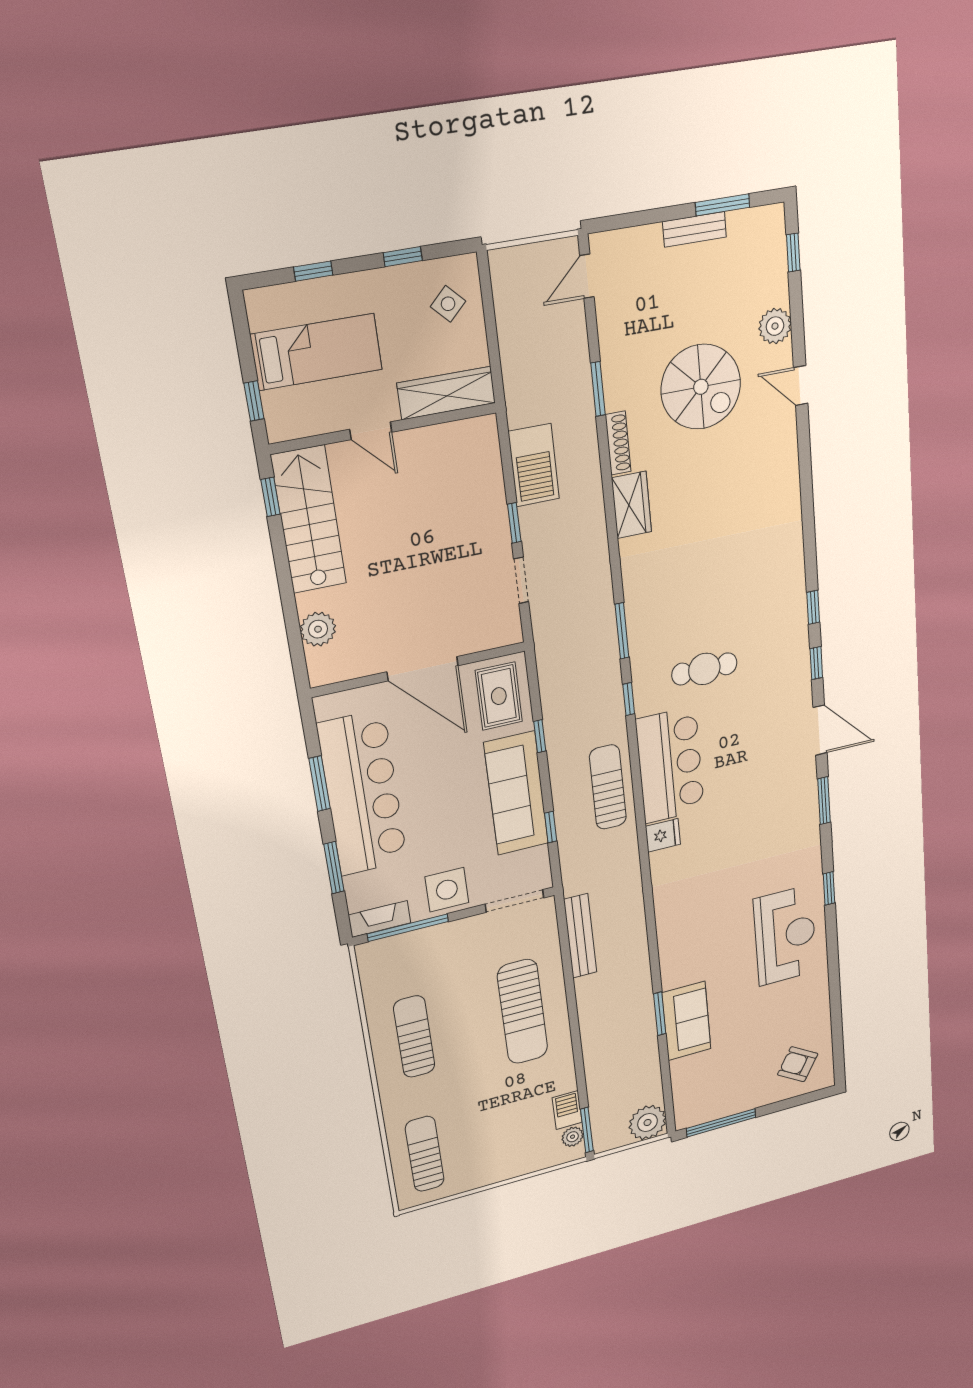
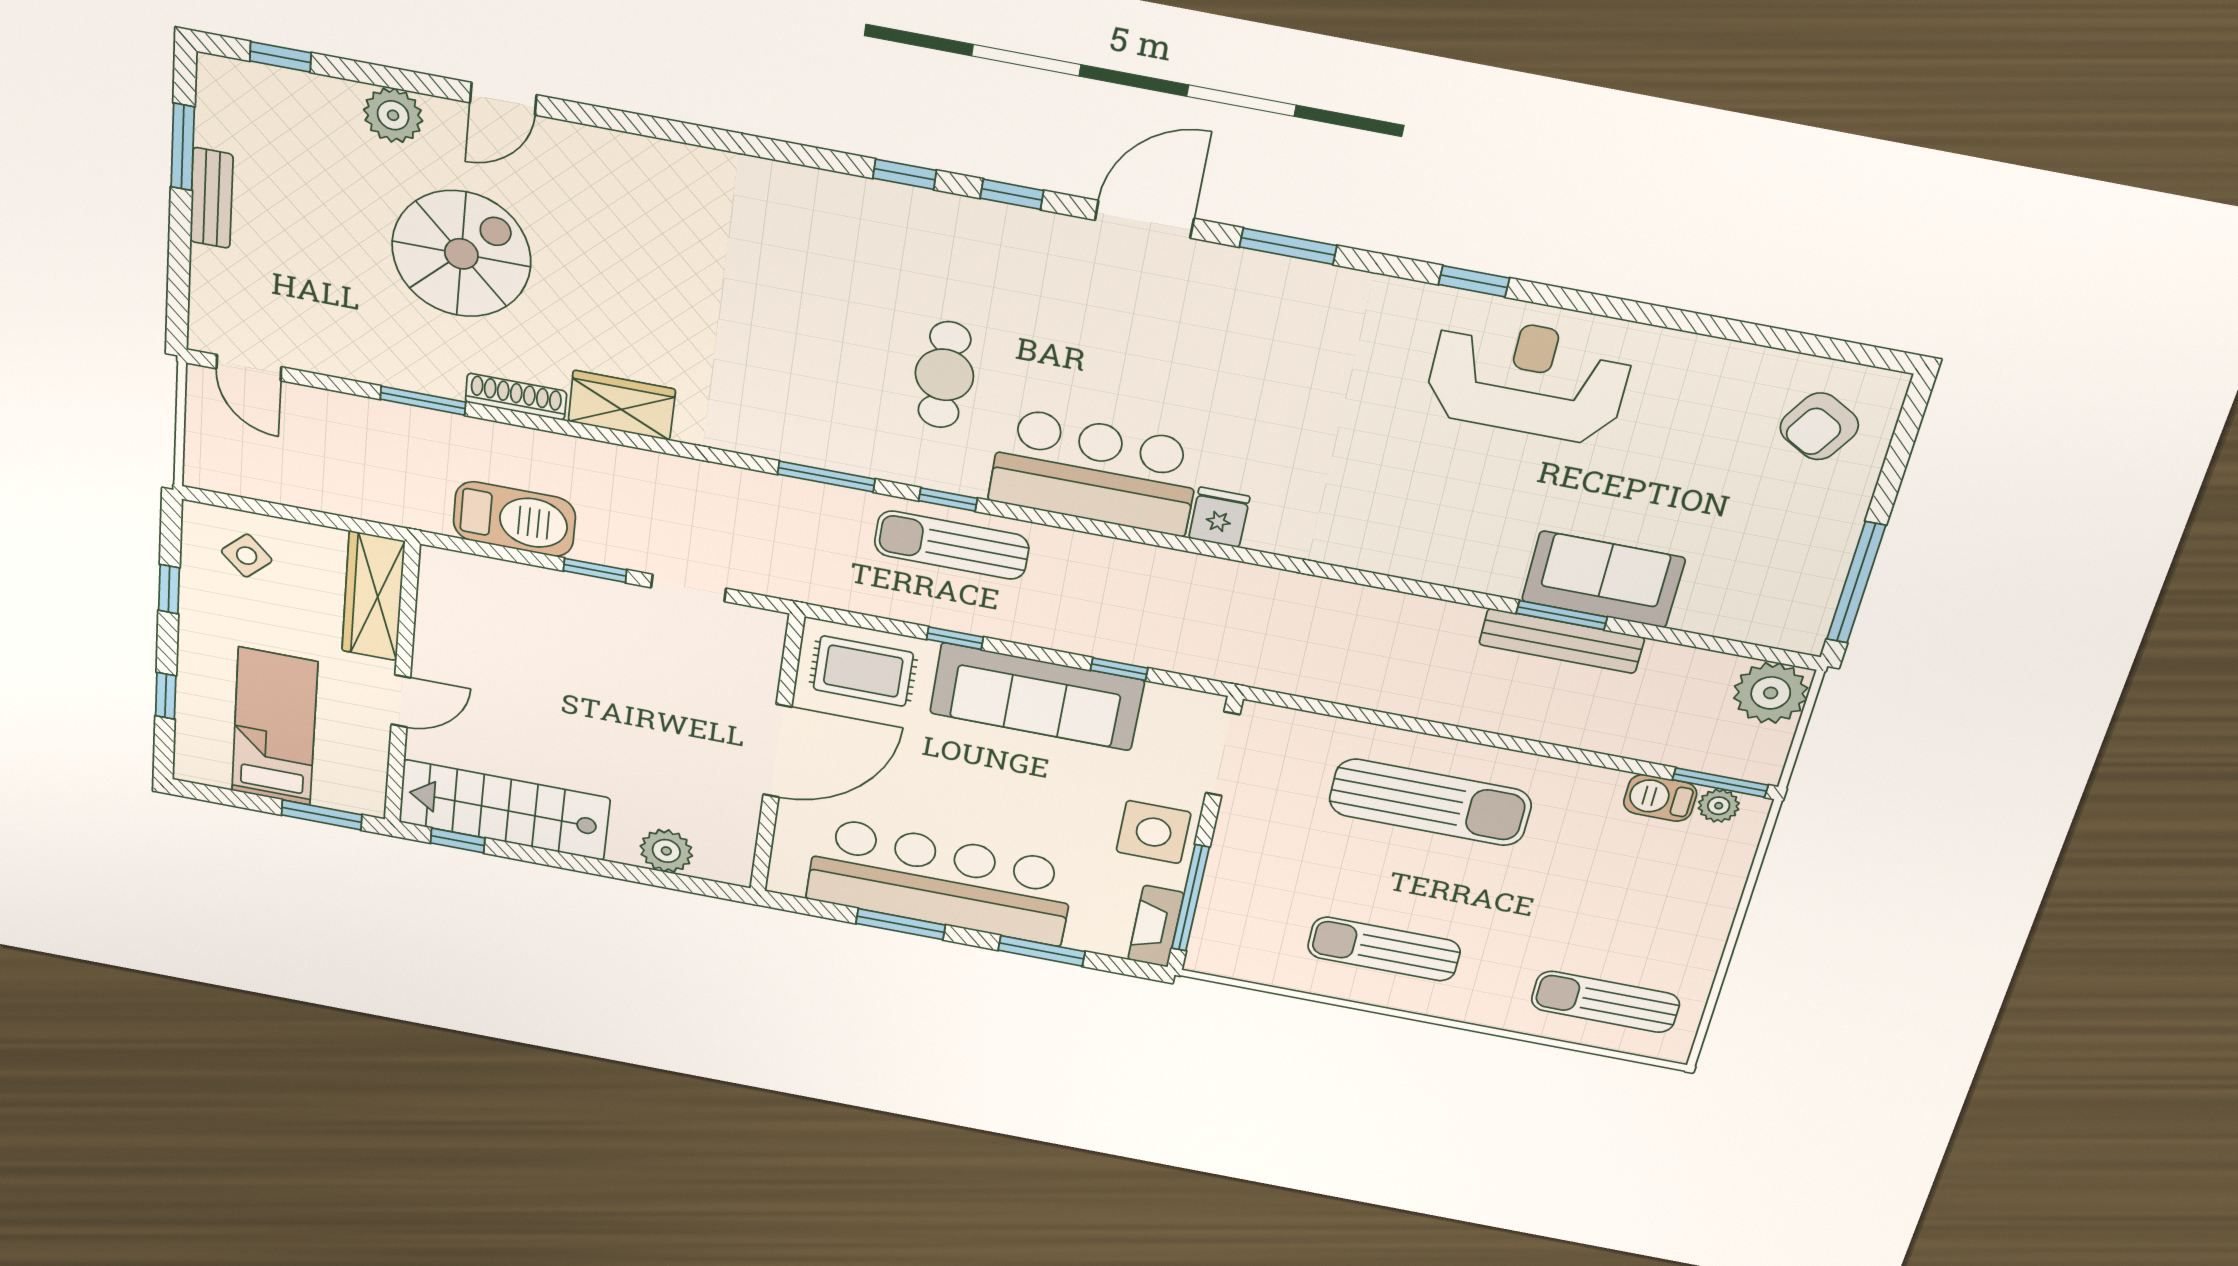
window: (254, 401) -> (322, 815), width x1.50
sun lounger: (608, 787) -> (952, 545), moved
bench: (580, 936) -> (1562, 641), moved

